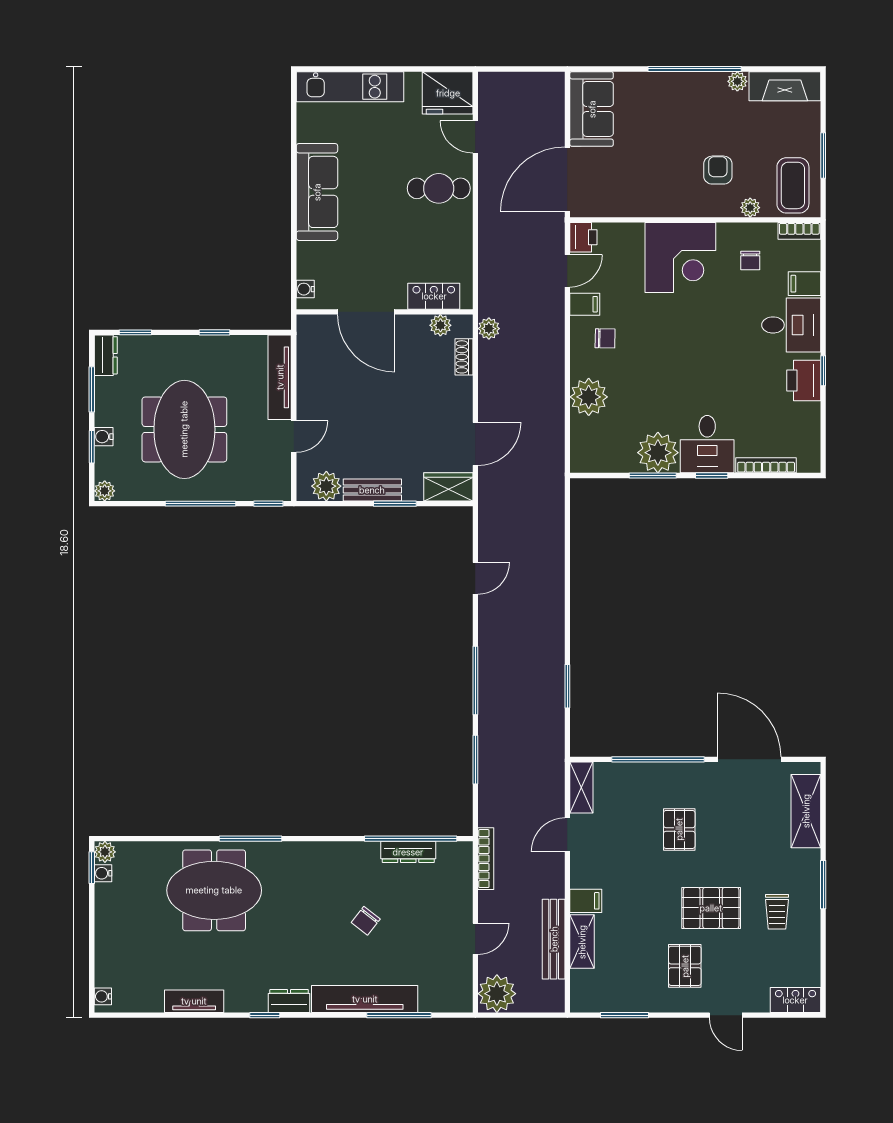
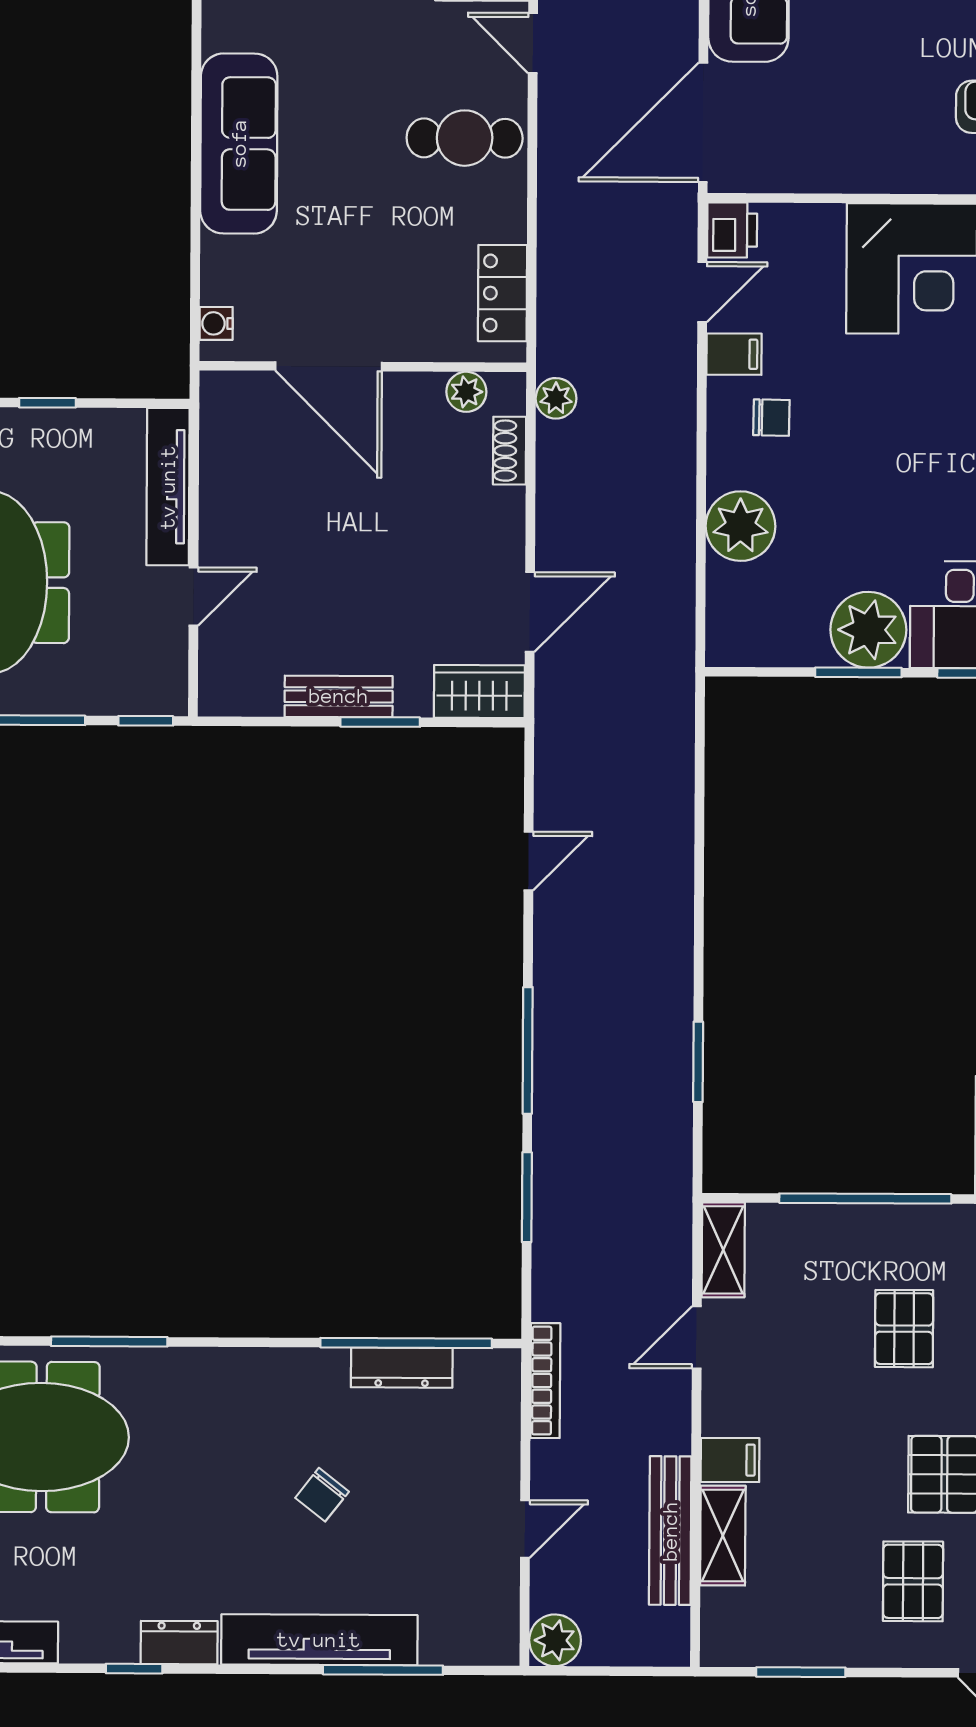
locker: (434, 296) -> (502, 293), moved, turned -90
plant: (326, 486) -> (253, 689), removed
plant: (497, 994) -> (555, 1640), width x0.73, depth x0.73

